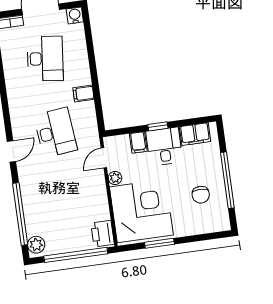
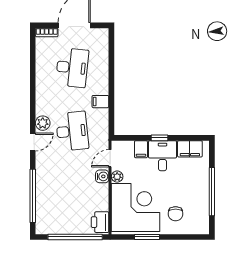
water cooler: (75, 15) -> (102, 176), moved, turned 90
chair: (201, 195) -> (176, 214), moved
plant: (36, 245) -> (43, 123), moved

